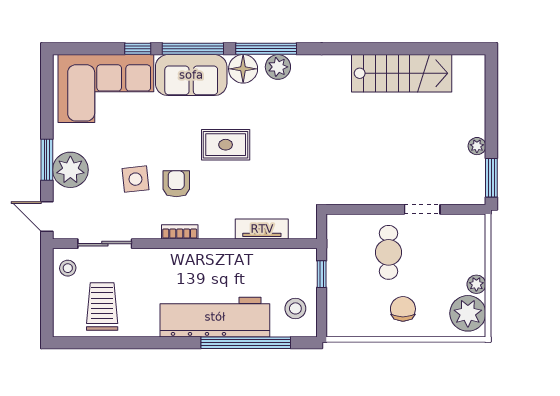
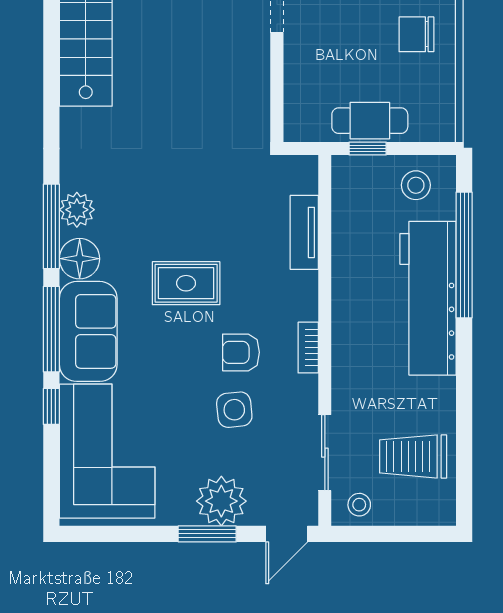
rug: (226, 145) -> (186, 283), turned 90
cafe table: (389, 252) -> (370, 121), moved

